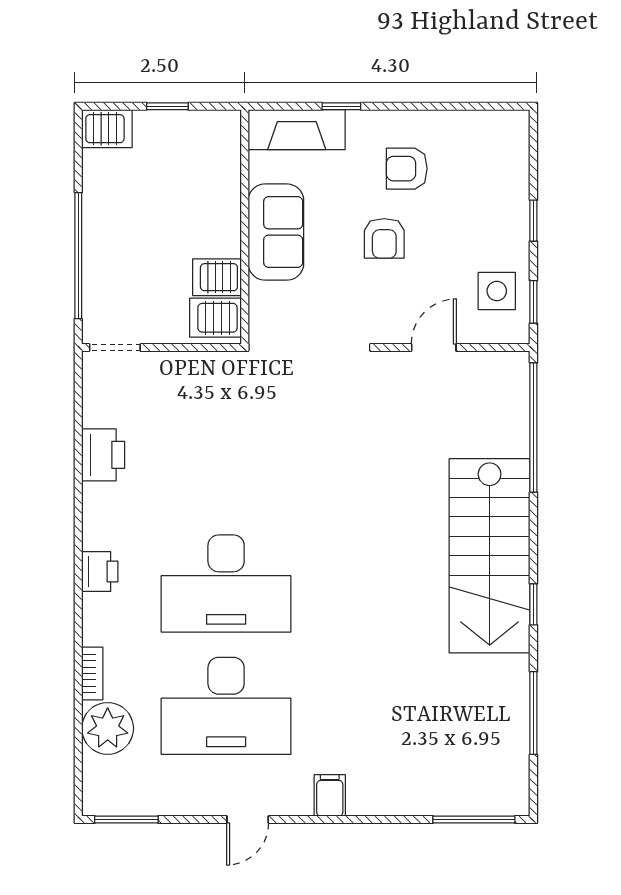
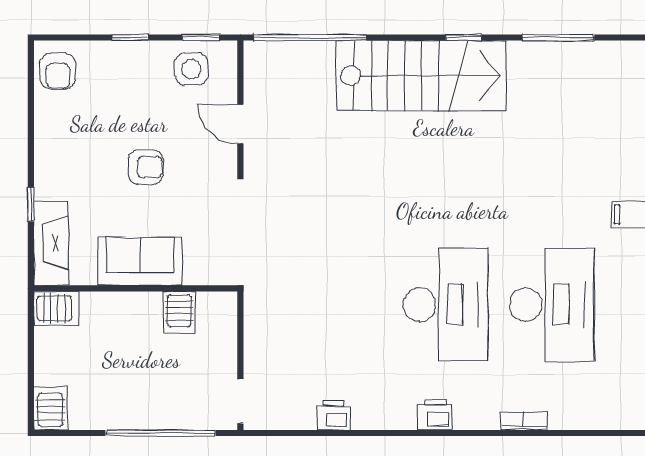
window: (167, 106) -> (31, 356), removed
armchair: (407, 169) -> (58, 71), moved
server rack: (215, 318) -> (56, 308), moved, turned -90
printer: (103, 455) -> (334, 415), width x0.73, depth x0.81
plant: (108, 728) -> (571, 408), removed

